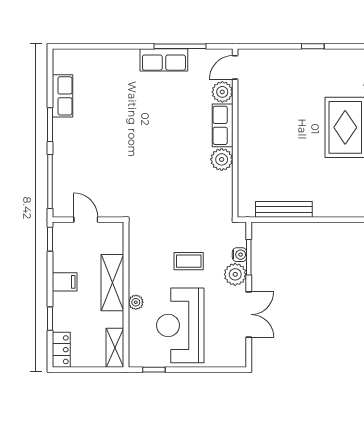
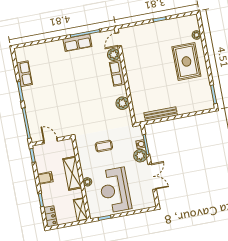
plant: (222, 159) -> (122, 103), moved
coffee table: (189, 261) -> (104, 146), moved

